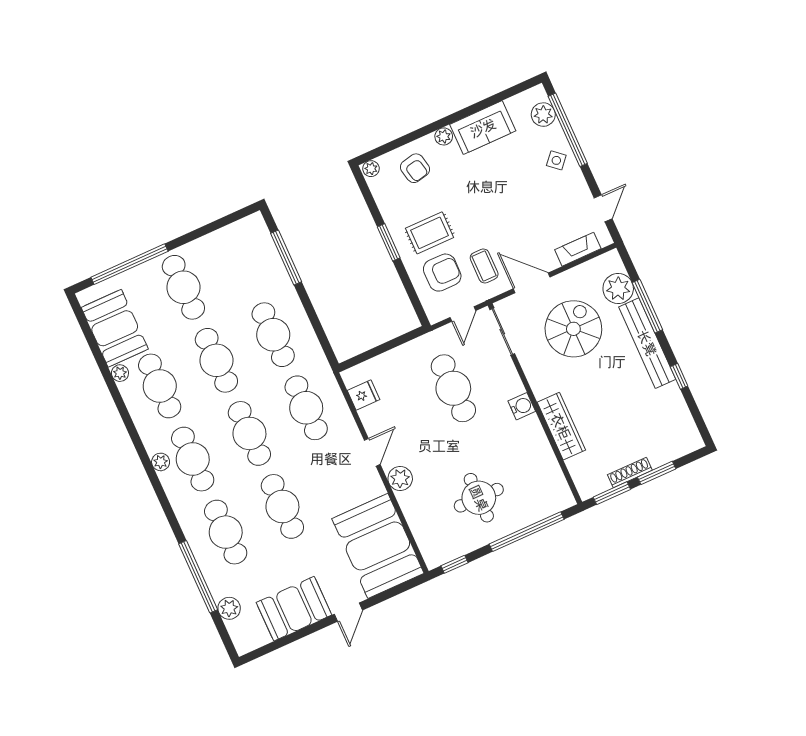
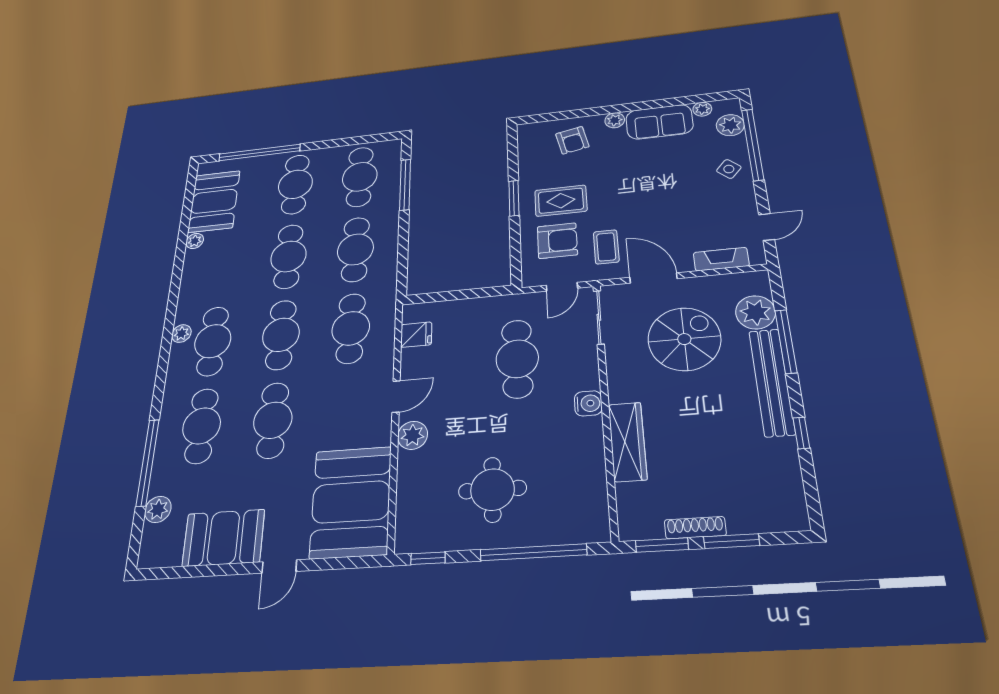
plant: (371, 169) -> (702, 109), moved
cafe table: (160, 386) -> (360, 177), moved

